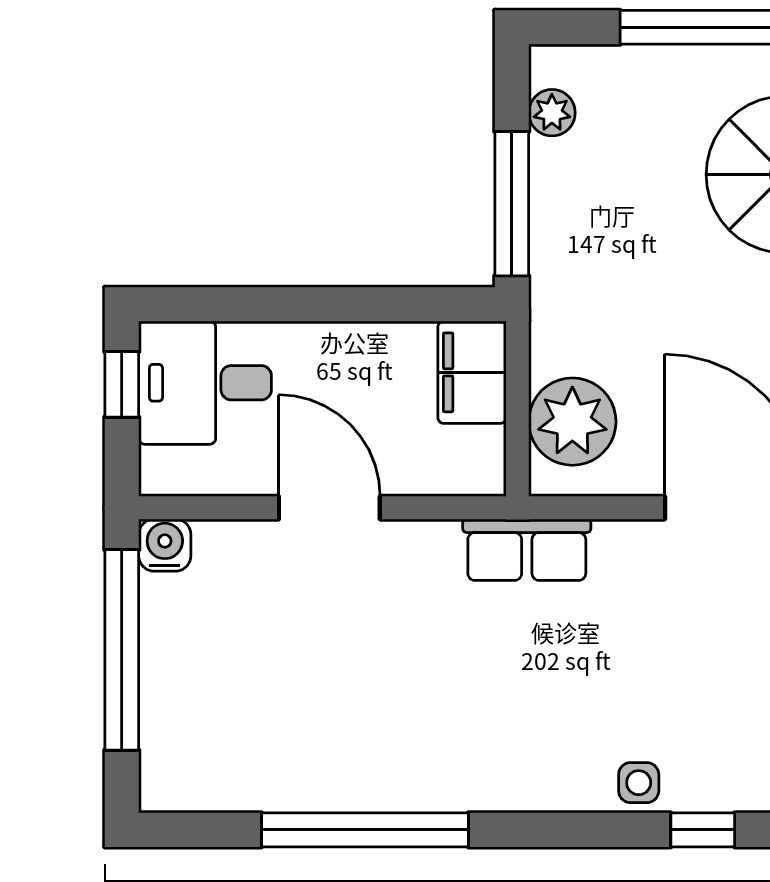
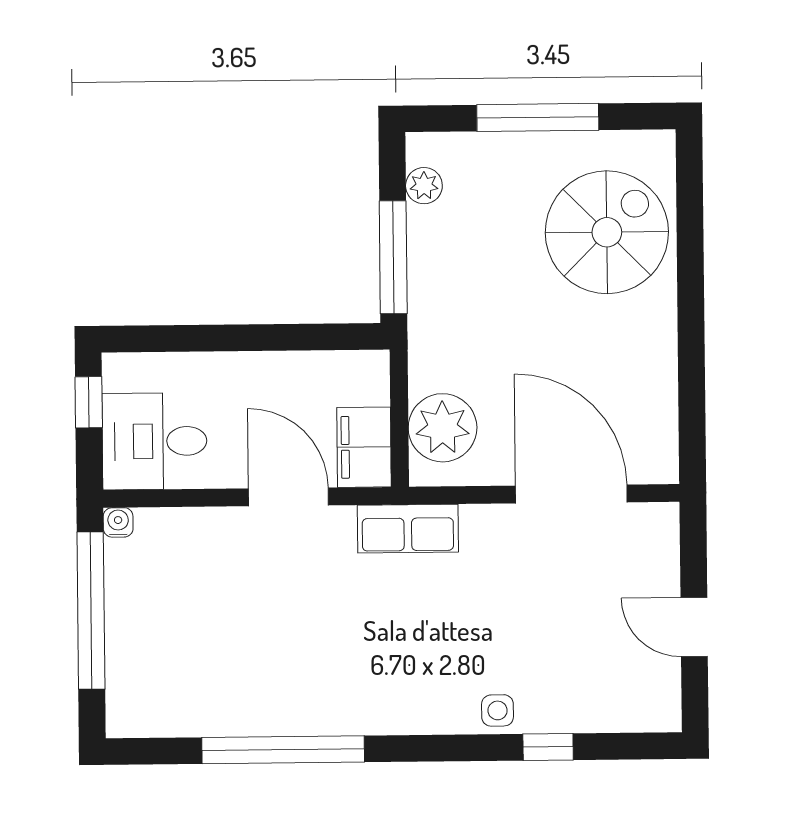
filing cabinet: (472, 372) -> (364, 447), moved
desk: (205, 383) -> (154, 441), moved
door: (329, 508) -> (288, 497), moved
water cooler: (165, 545) -> (118, 522), width x0.72, depth x0.72

